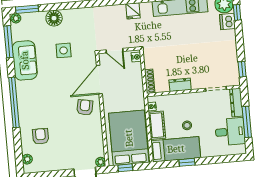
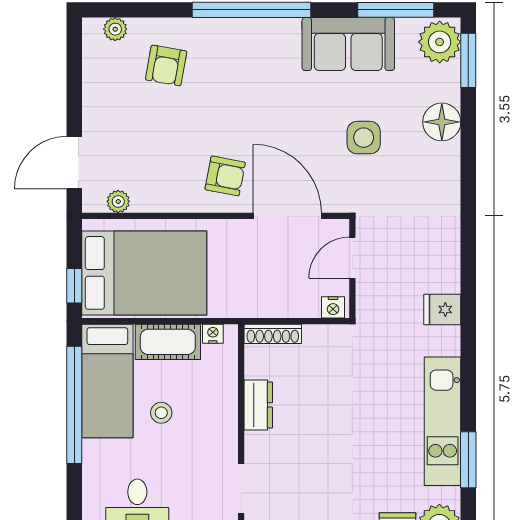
plant: (16, 18) -> (440, 42), width x1.88, depth x1.88
armchair: (41, 136) -> (166, 65), turned 100
plant: (101, 162) -> (118, 201), moved
window: (187, 162) -> (74, 405), width x3.17
window: (125, 168) -> (74, 286), moved

